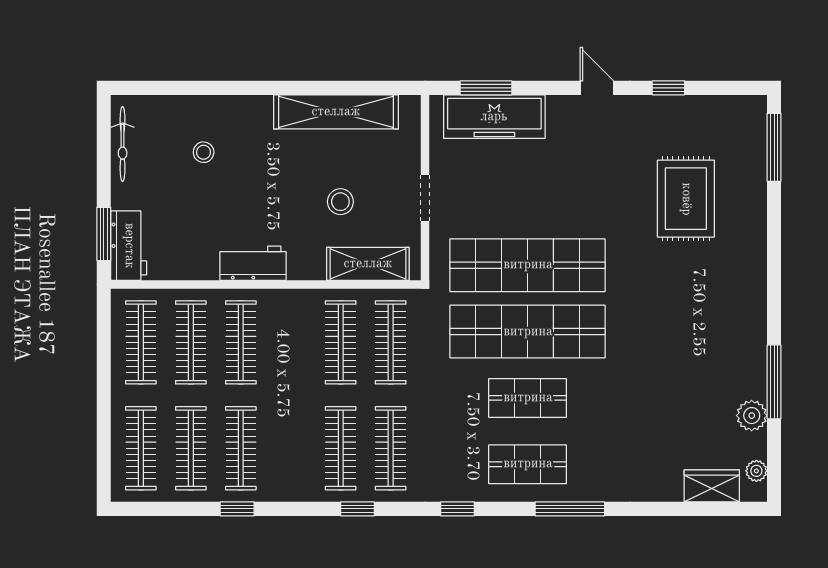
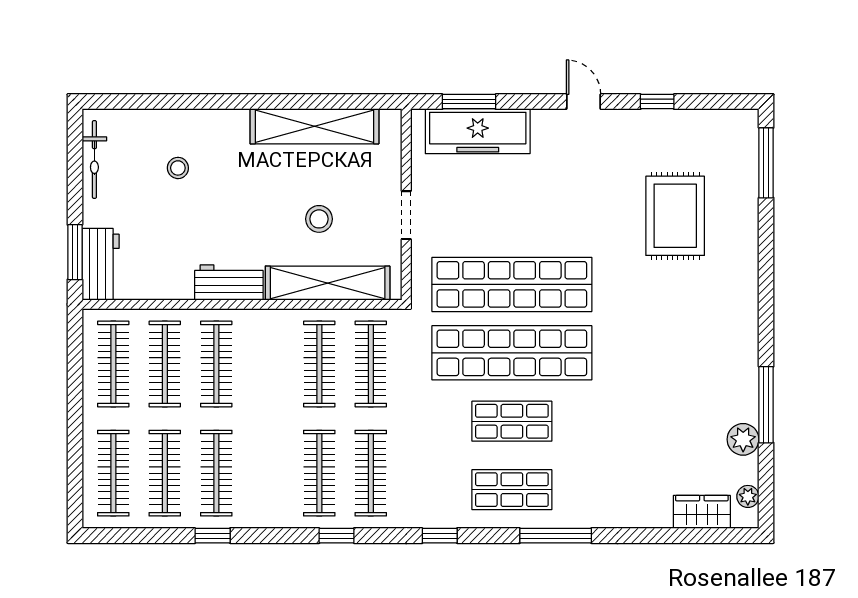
shelving: (368, 264) -> (328, 283), width x1.47

